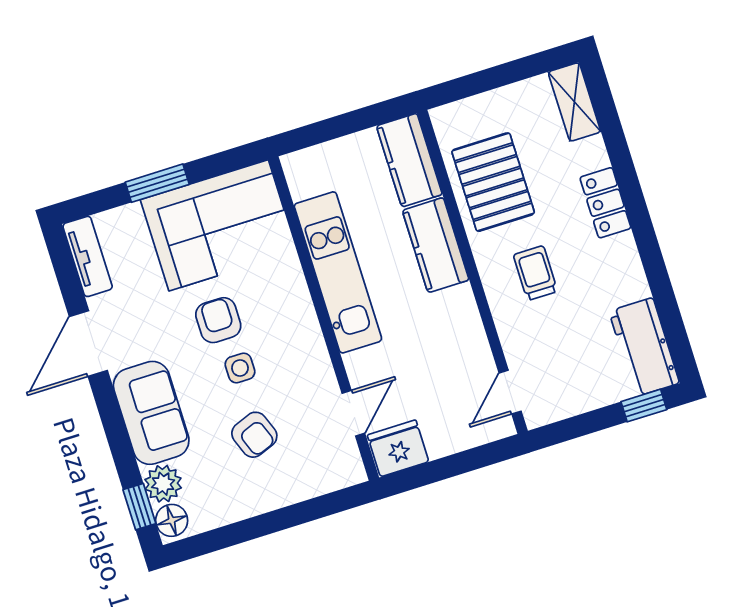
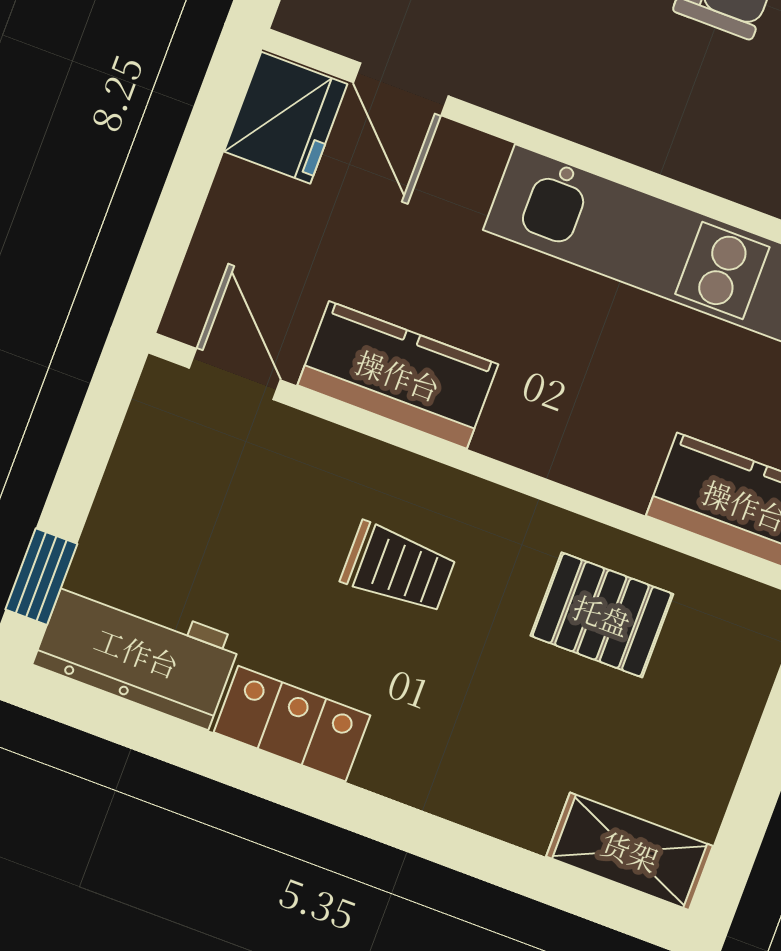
pallet: (493, 182) -> (602, 615), width x0.67, depth x0.71
locker: (605, 203) -> (292, 724), moved
kitchen counter: (436, 245) -> (398, 375), moved

